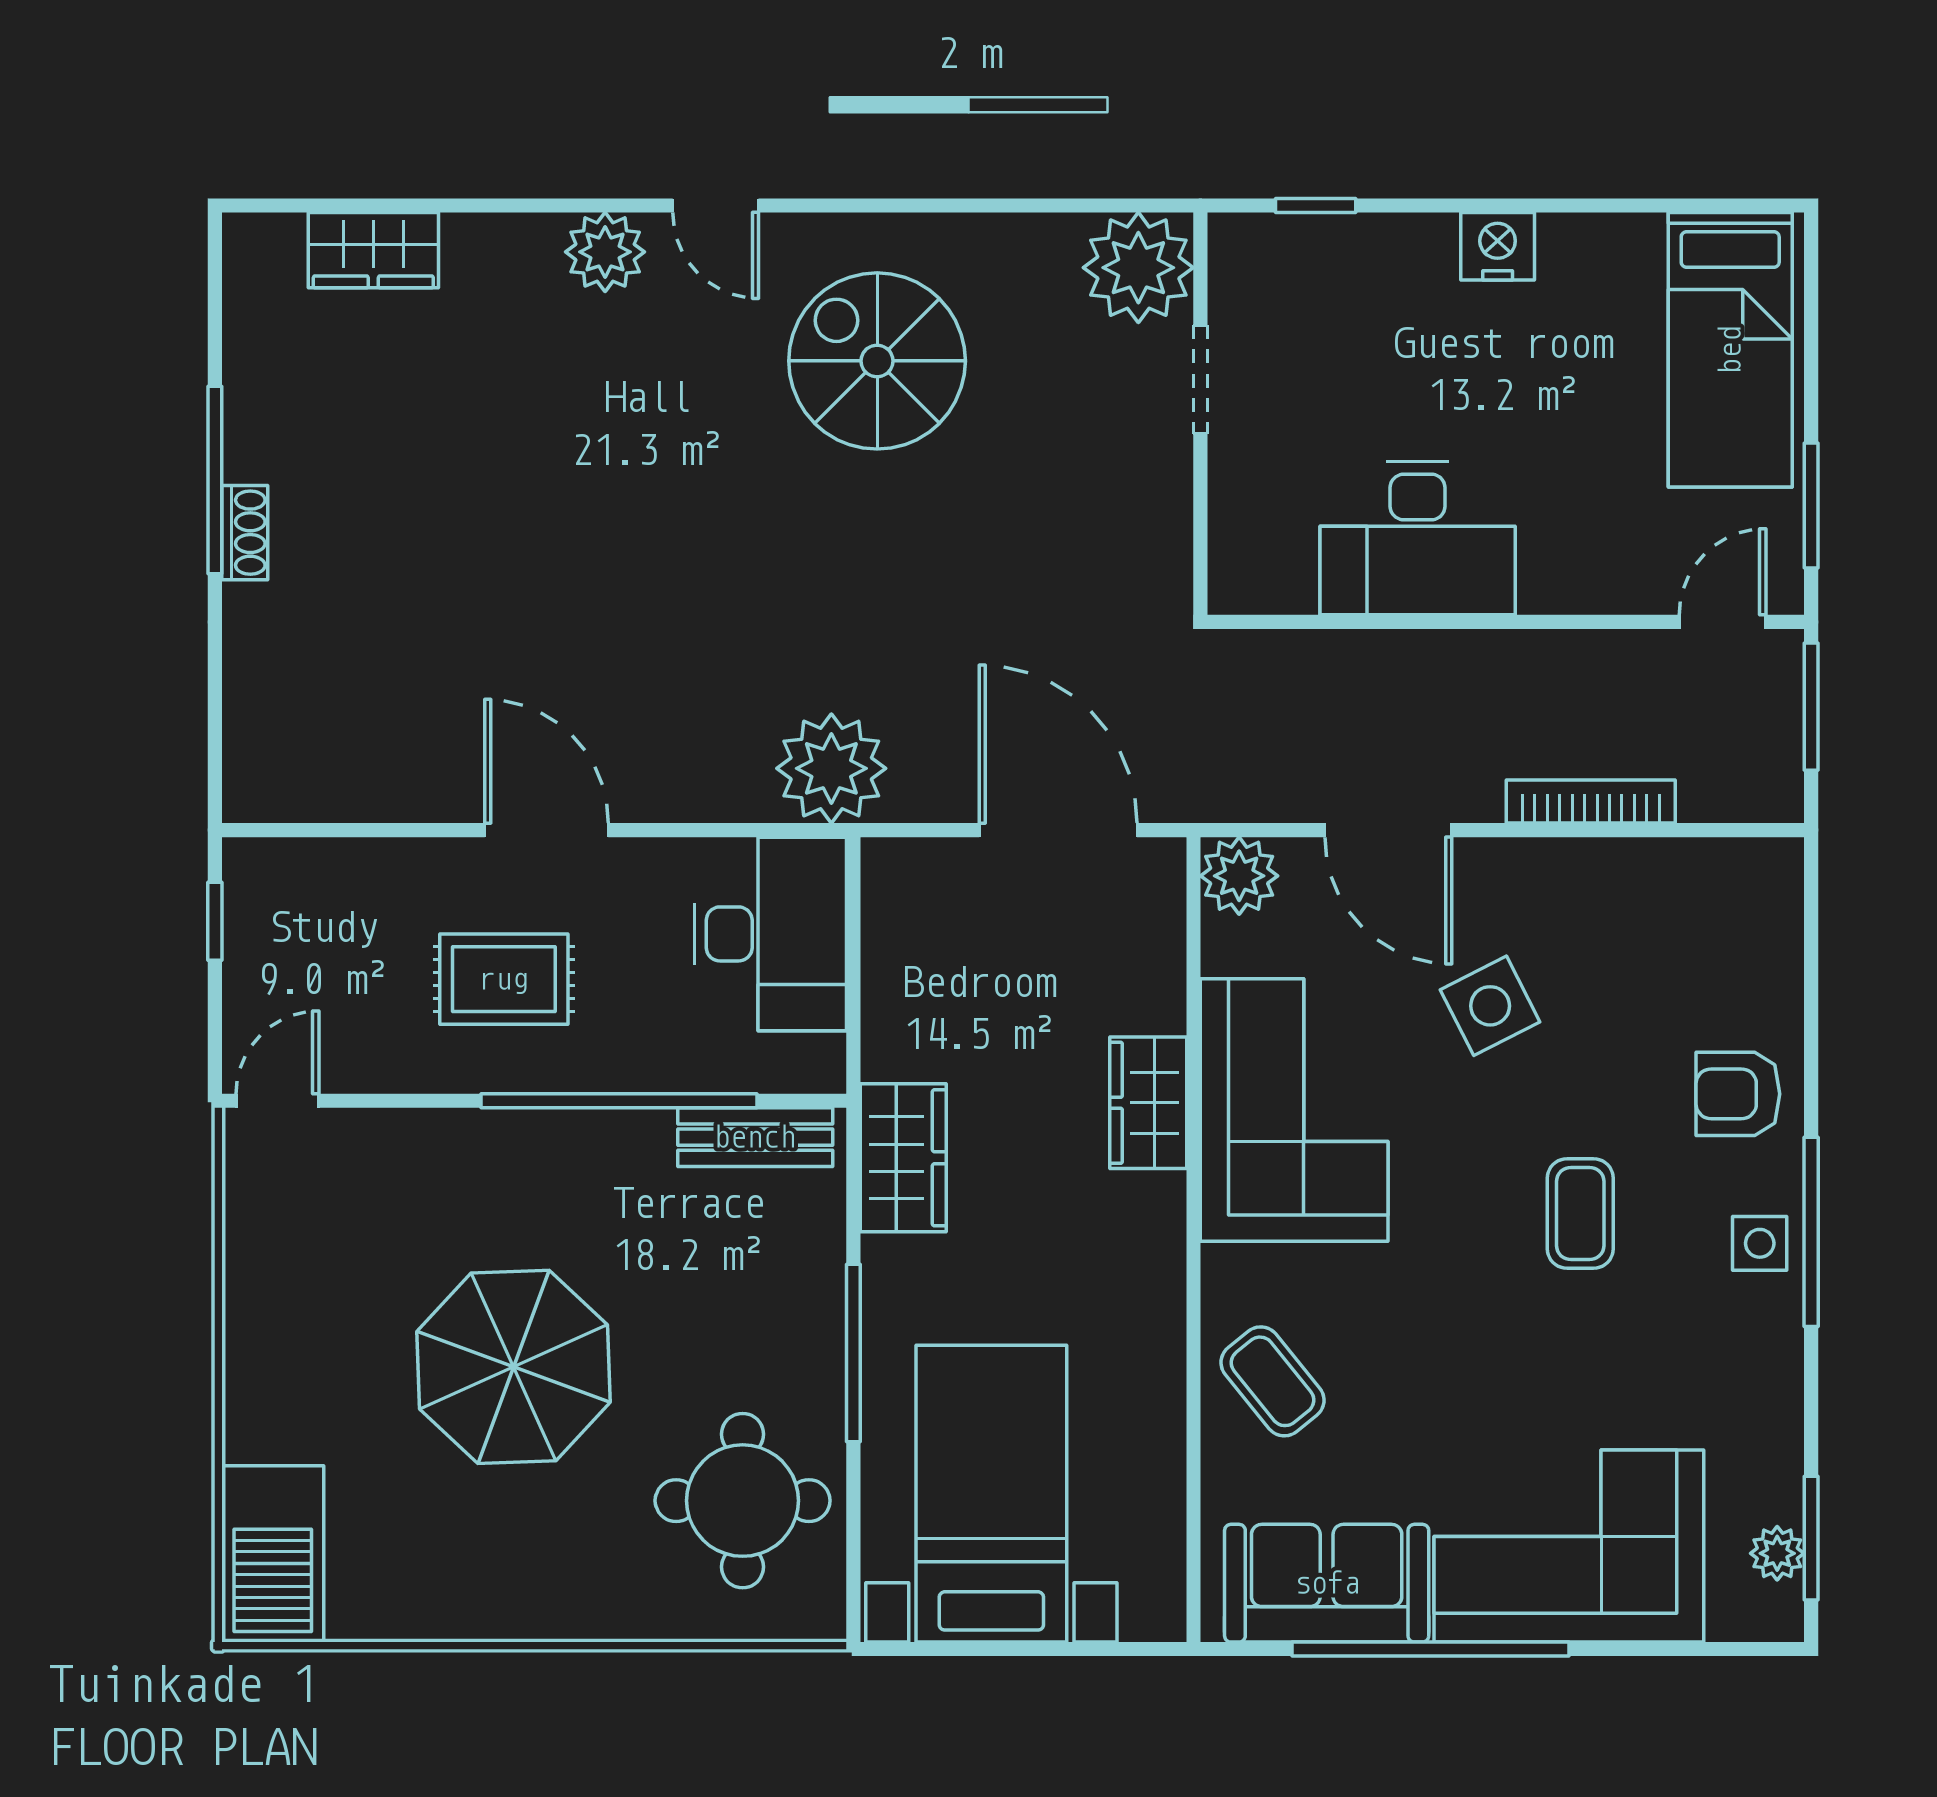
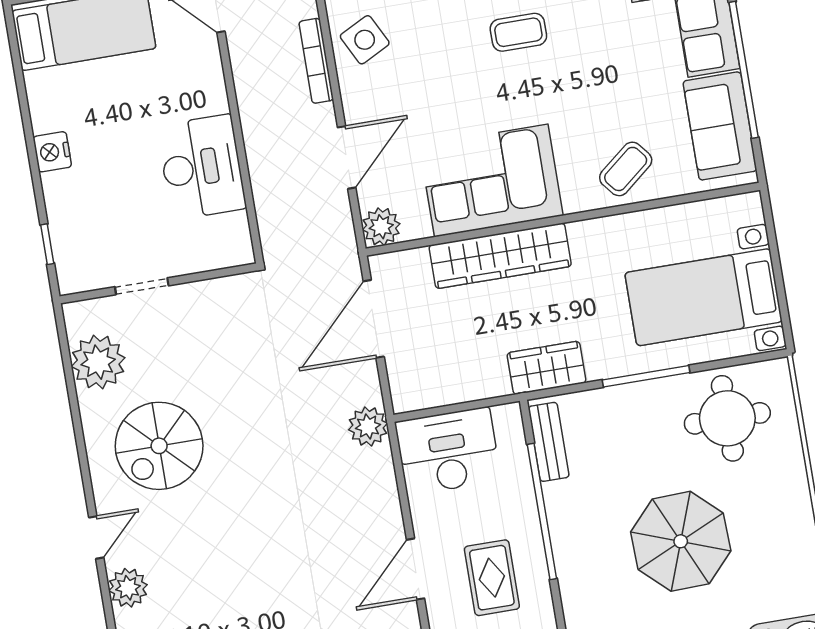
plant: (1138, 268) -> (98, 362), moved
plant: (831, 768) -> (368, 427), width x0.73, depth x0.73
side table: (1490, 1006) -> (365, 40), moved
wardrobe: (1148, 1103) -> (500, 256), width x2.10, depth x1.17

